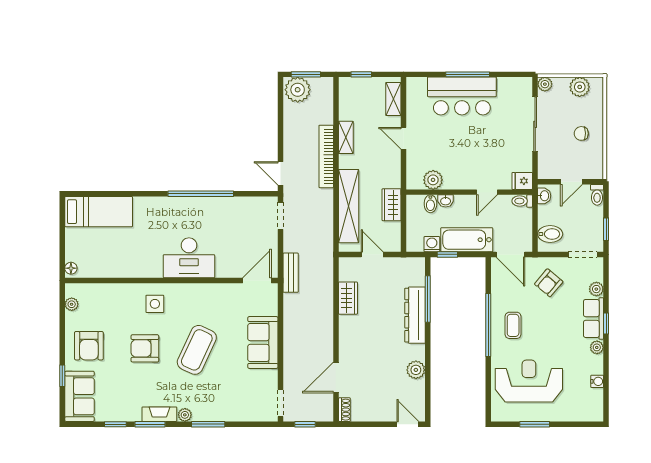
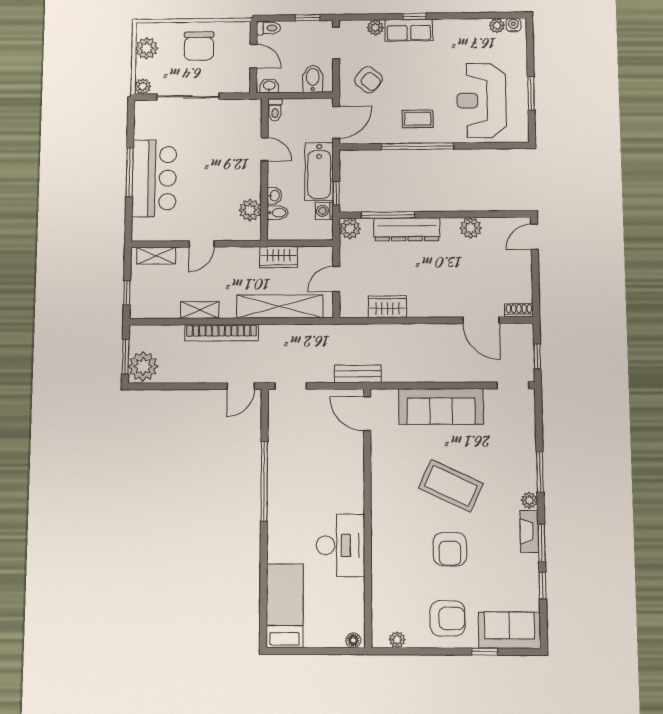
chair: (581, 133) -> (199, 46), width x1.87, depth x1.87
fridge: (522, 181) -> (252, 110), removed
desk: (189, 258) -> (340, 545), moved
plant: (416, 266) -> (350, 229), added
side table: (155, 304) -> (396, 537), removed
sofa: (263, 343) -> (441, 406), width x1.36
plant: (597, 347) -> (497, 26), moved
water cooler: (597, 381) -> (513, 25), moved

